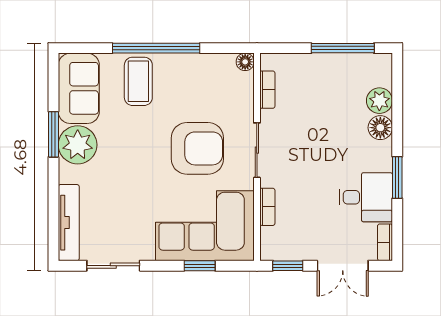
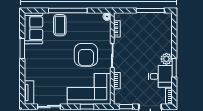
plant: (379, 101) -> (166, 59), moved
floor lamp: (380, 128) -> (167, 46), removed
plant: (78, 145) -> (33, 53), removed
armchair: (197, 148) -> (86, 55), turned 90
tv unit: (69, 223) -> (29, 92), width x0.71

